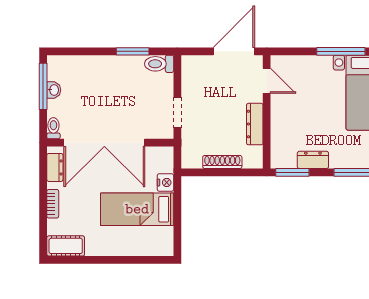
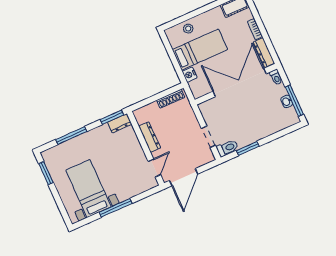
door: (267, 81) -> (154, 168), swing flipped
doorway: (177, 113) -> (208, 137), moved
dresser: (313, 160) -> (120, 123), moved
shoe rack: (222, 162) -> (171, 99), moved
dresser: (55, 167) -> (264, 53), width x1.44
stool: (140, 244) -> (188, 29), added

